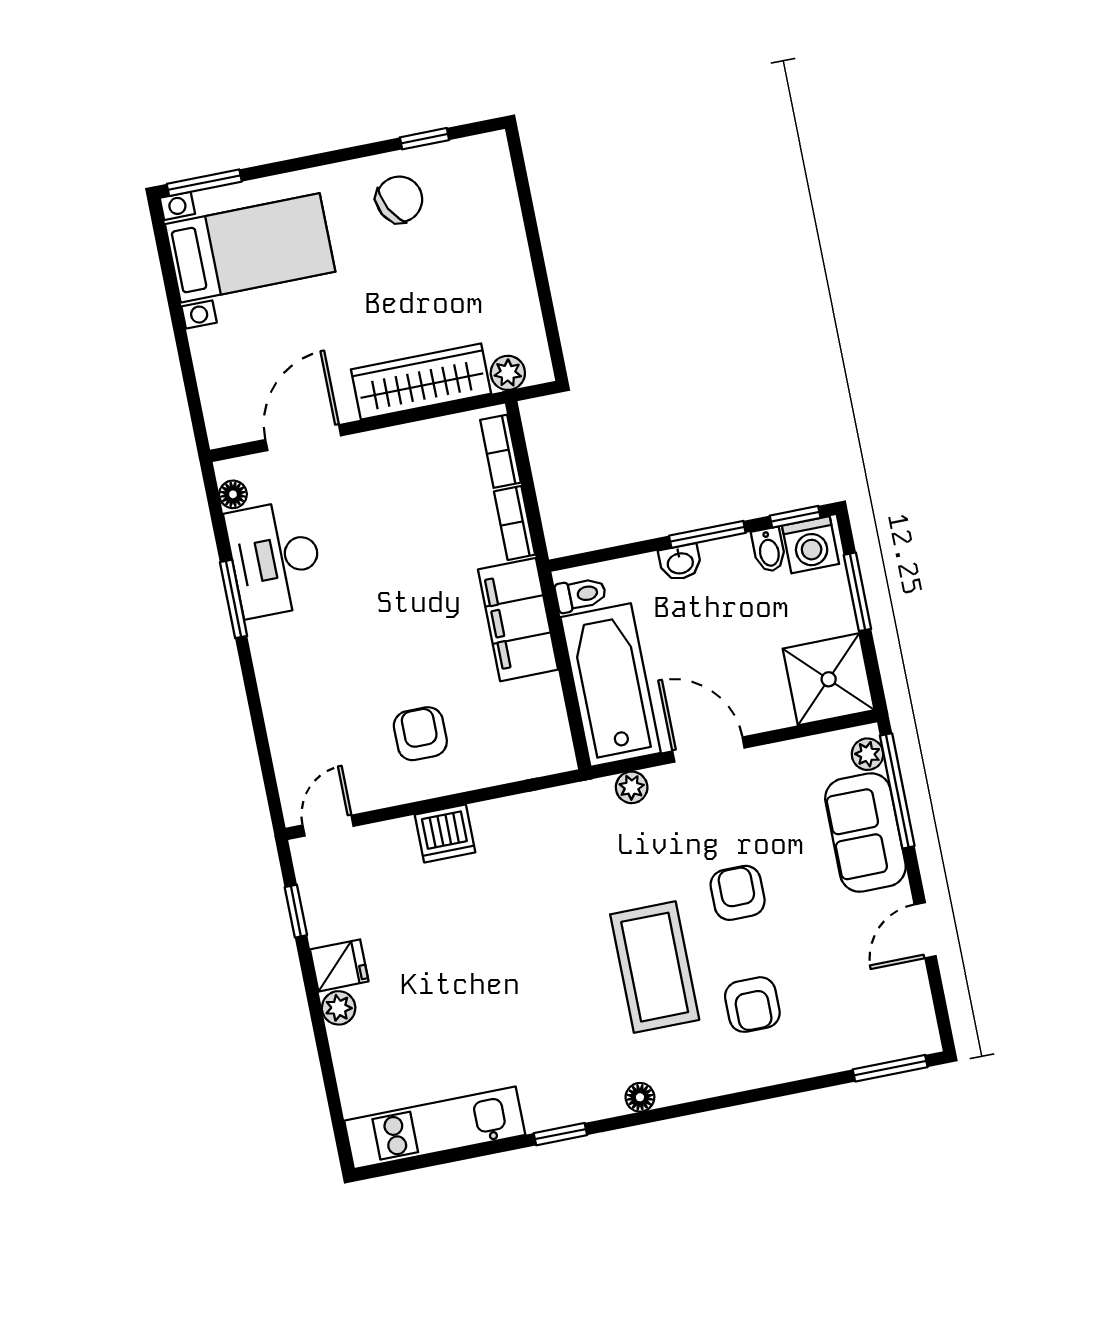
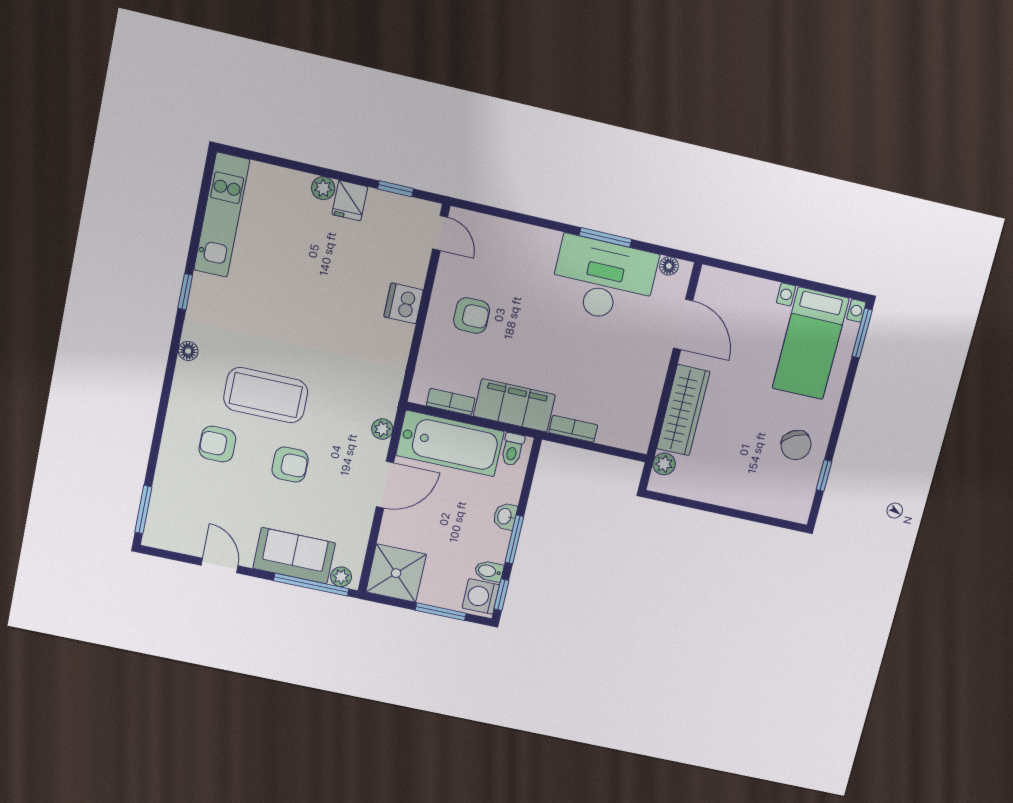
bookcase: (500, 451) -> (451, 402), moved
desk: (275, 559) -> (603, 280), width x1.36, depth x1.30

